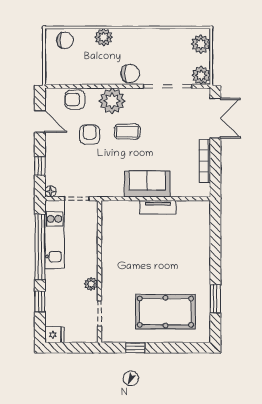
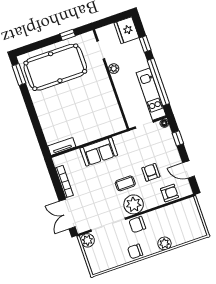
chair: (65, 40) -> (135, 251), moved
plant: (201, 44) -> (95, 262), removed
plant: (112, 101) -> (134, 204), moved
armchair: (90, 134) -> (151, 172), turned 180
tv unit: (158, 207) -> (62, 146), moved
window: (215, 299) -> (19, 74), moved
pool table: (165, 312) -> (55, 67), width x1.36, depth x1.32
fridge: (54, 335) -> (126, 30), width x1.88, depth x1.34

